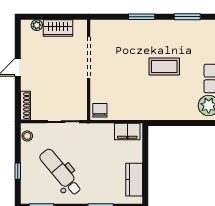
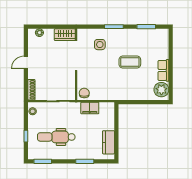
wardrobe: (58, 28) -> (65, 35), moved
side table: (122, 42) -> (100, 45), added
filing cabinet: (127, 131) -> (90, 108), moved
dental chair: (61, 172) -> (56, 137), turned -50

